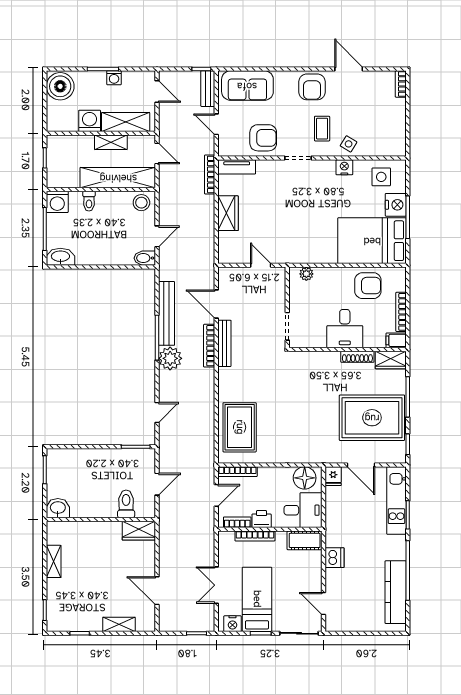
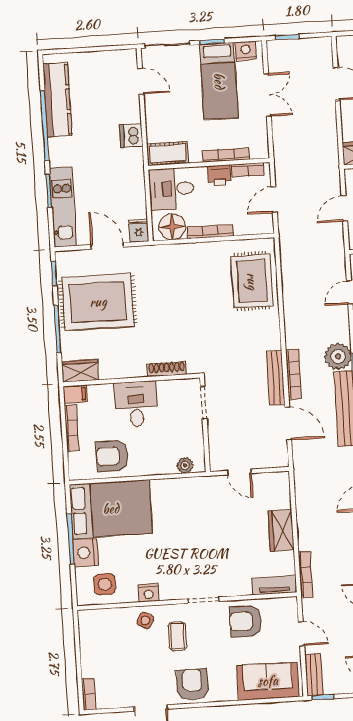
shoe rack: (357, 357) -> (167, 369), moved
bookcase: (238, 472) -> (210, 232), moved

